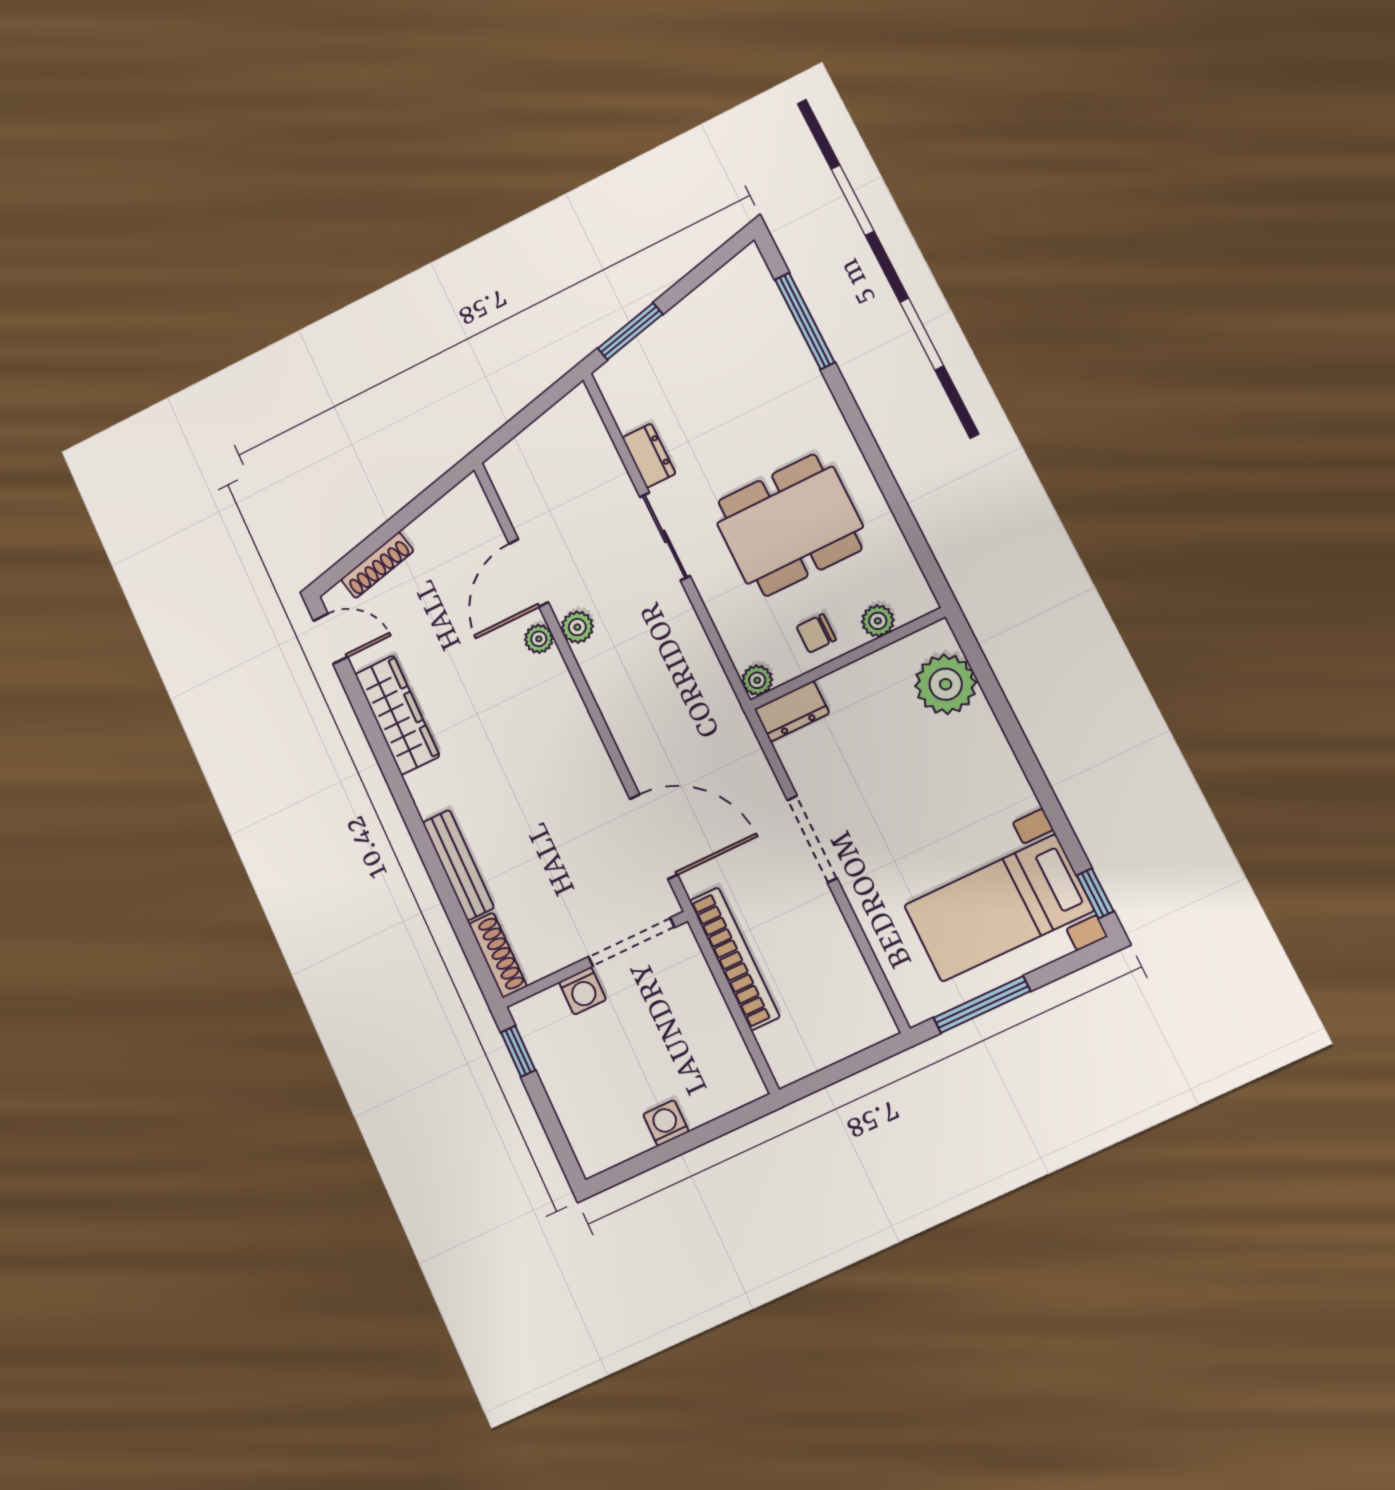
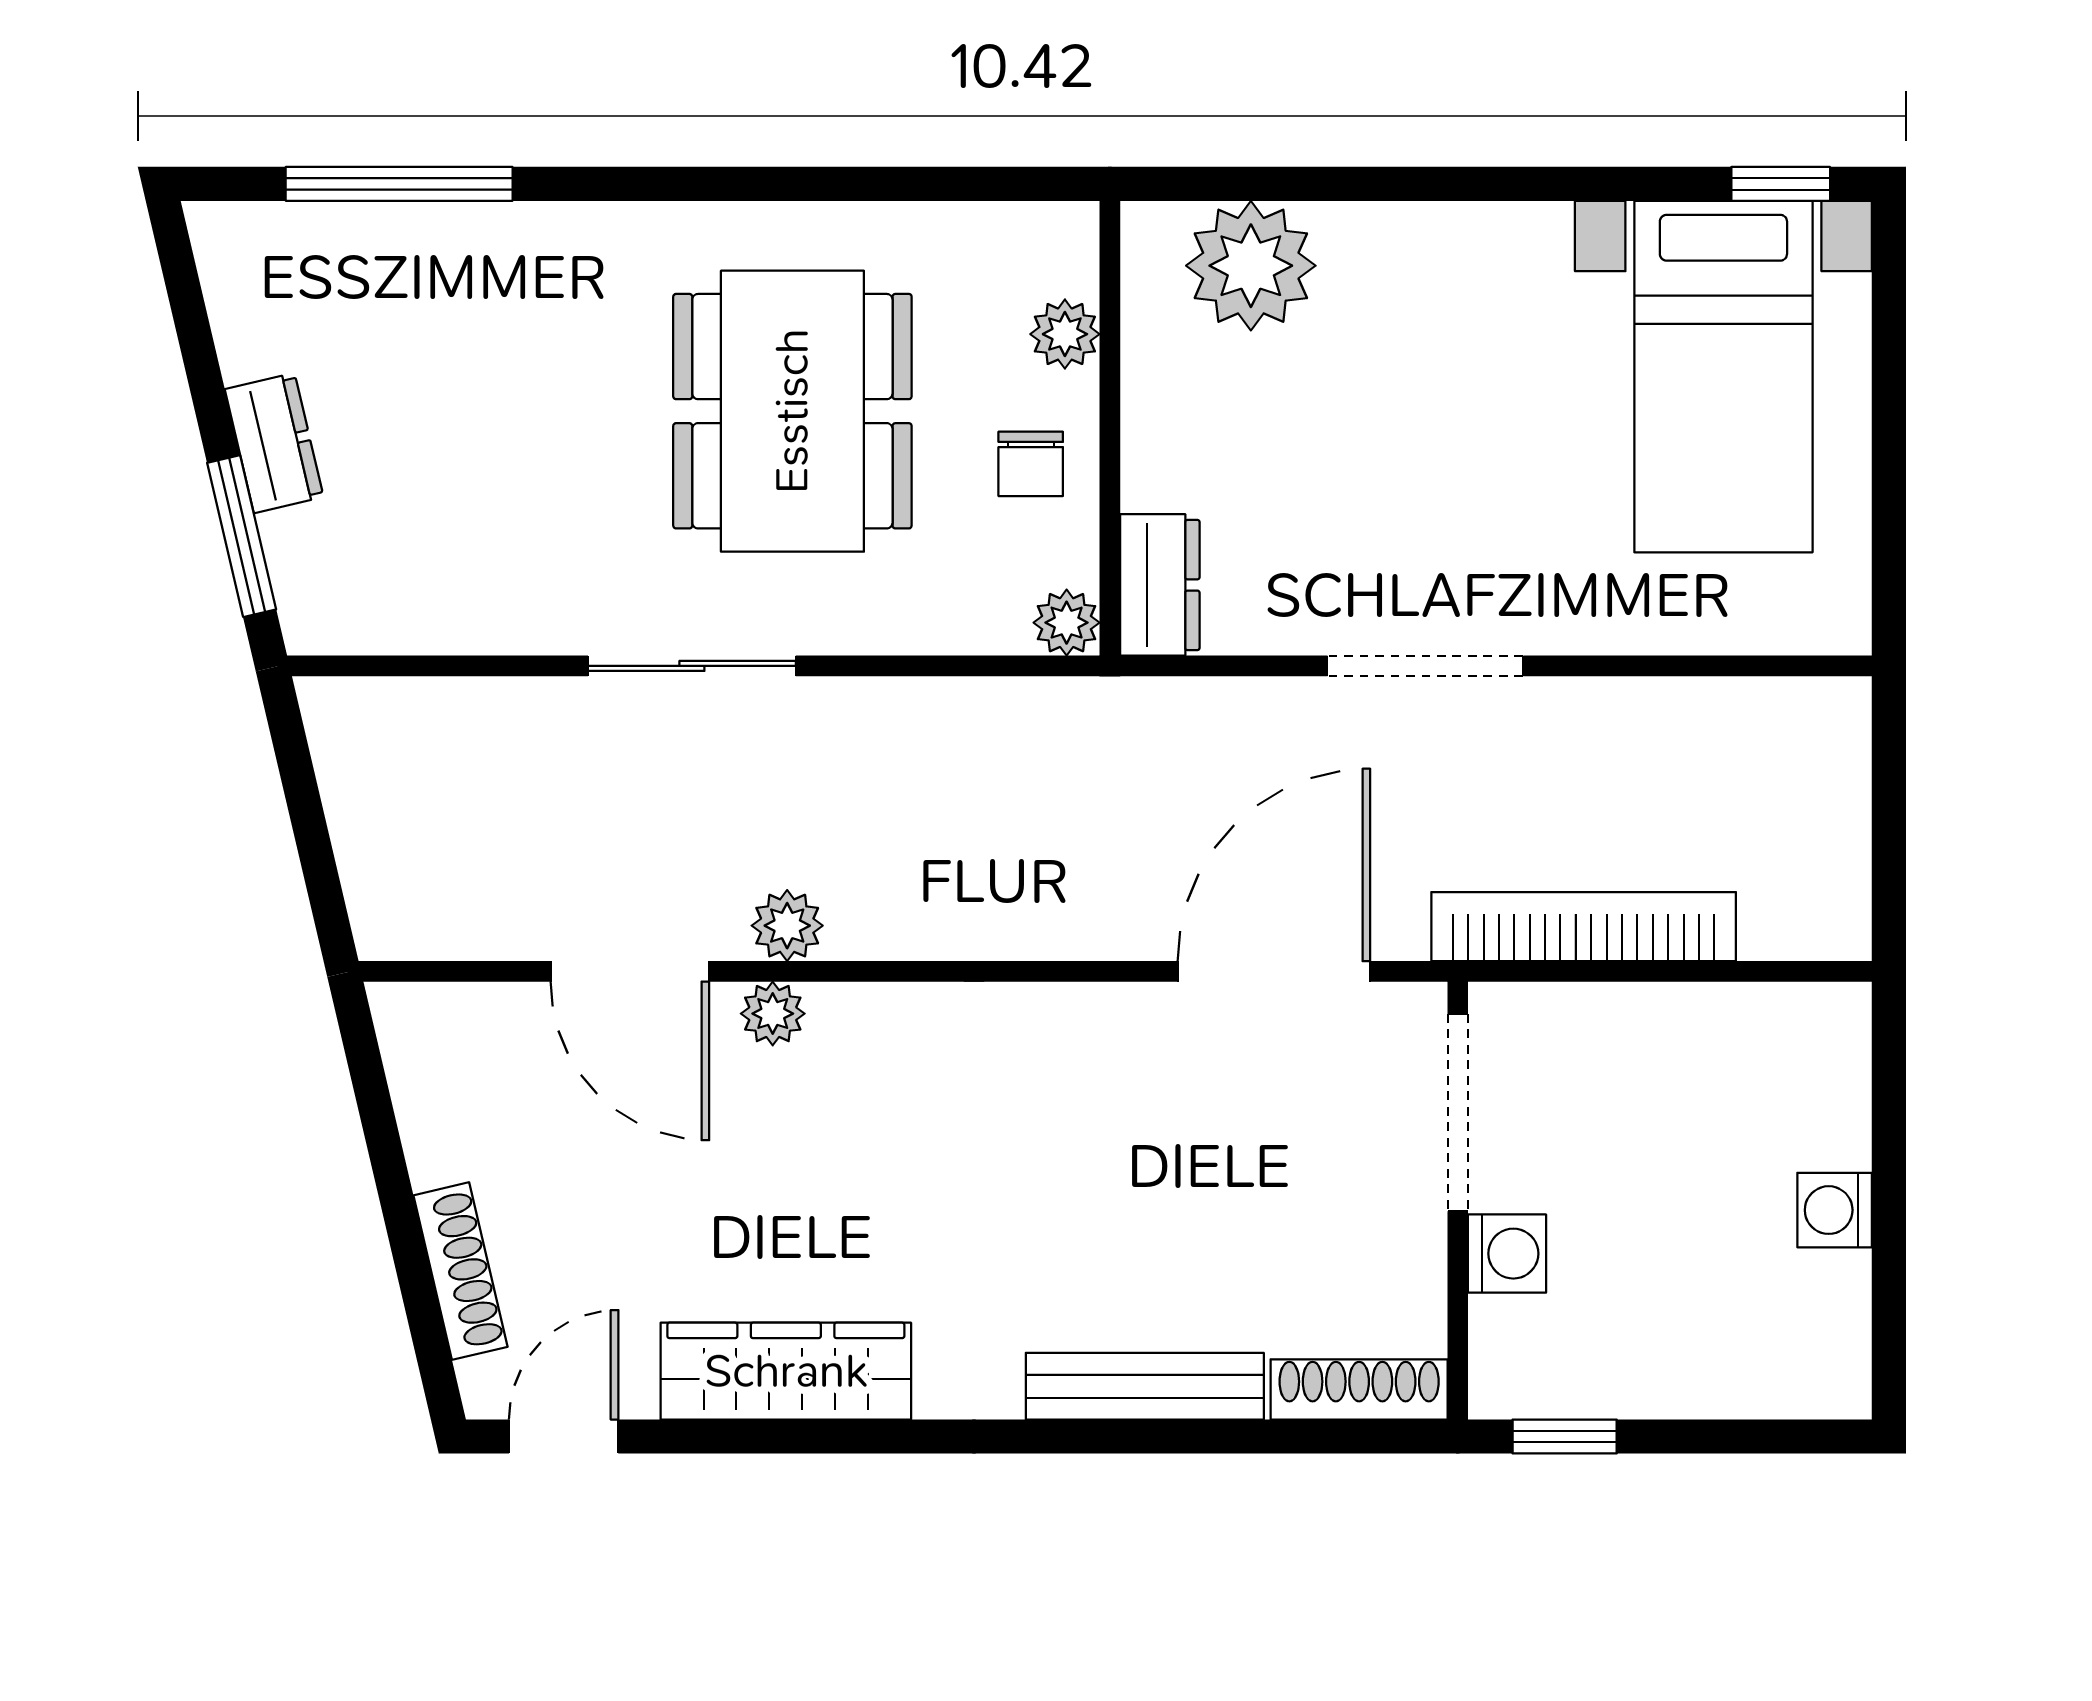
dresser: (649, 456) -> (274, 443), moved, turned 77
window: (982, 1004) -> (1889, 498), removed

